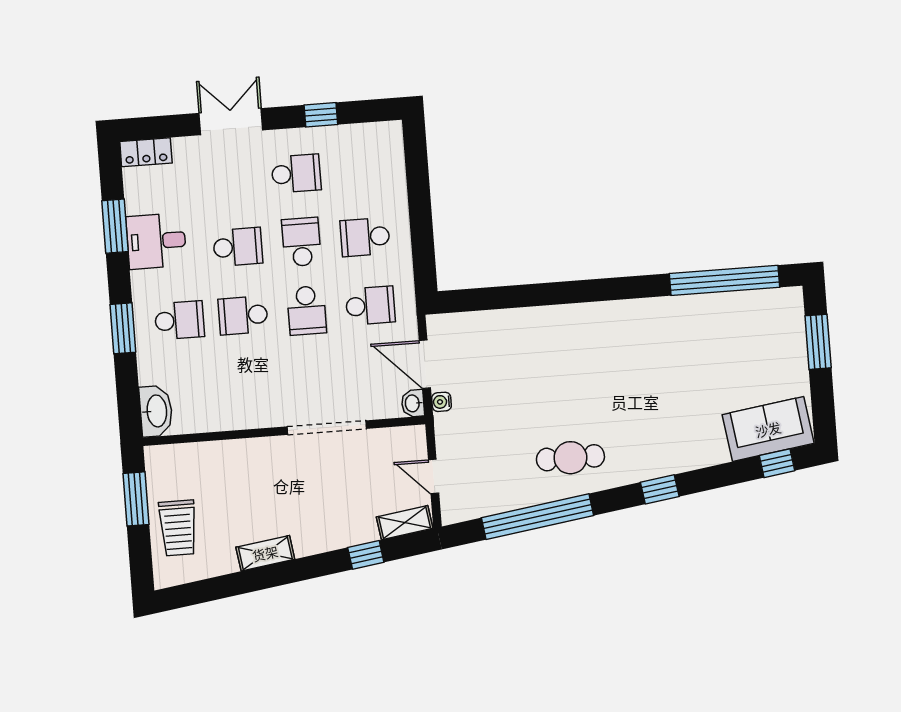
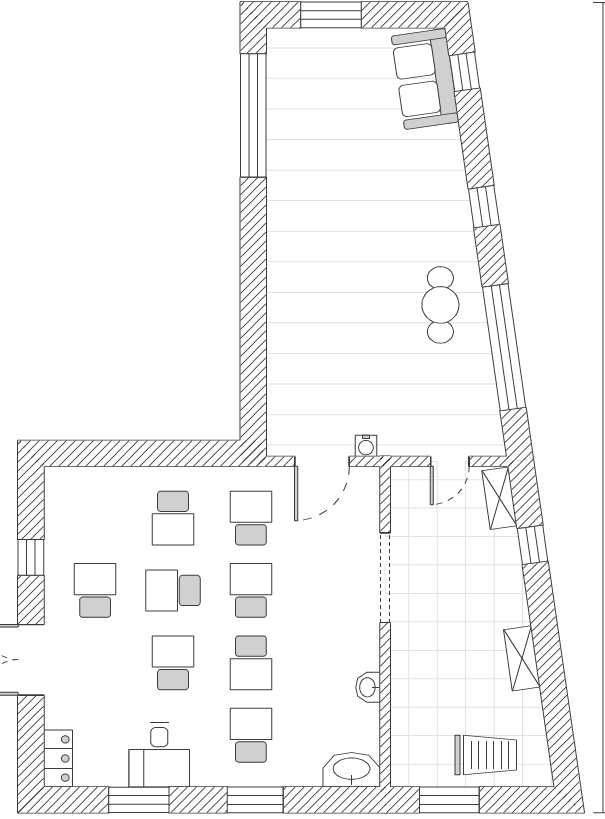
school desk: (307, 310) -> (251, 590), turned -90
washbasin: (413, 403) -> (368, 687), moved, turned 90

